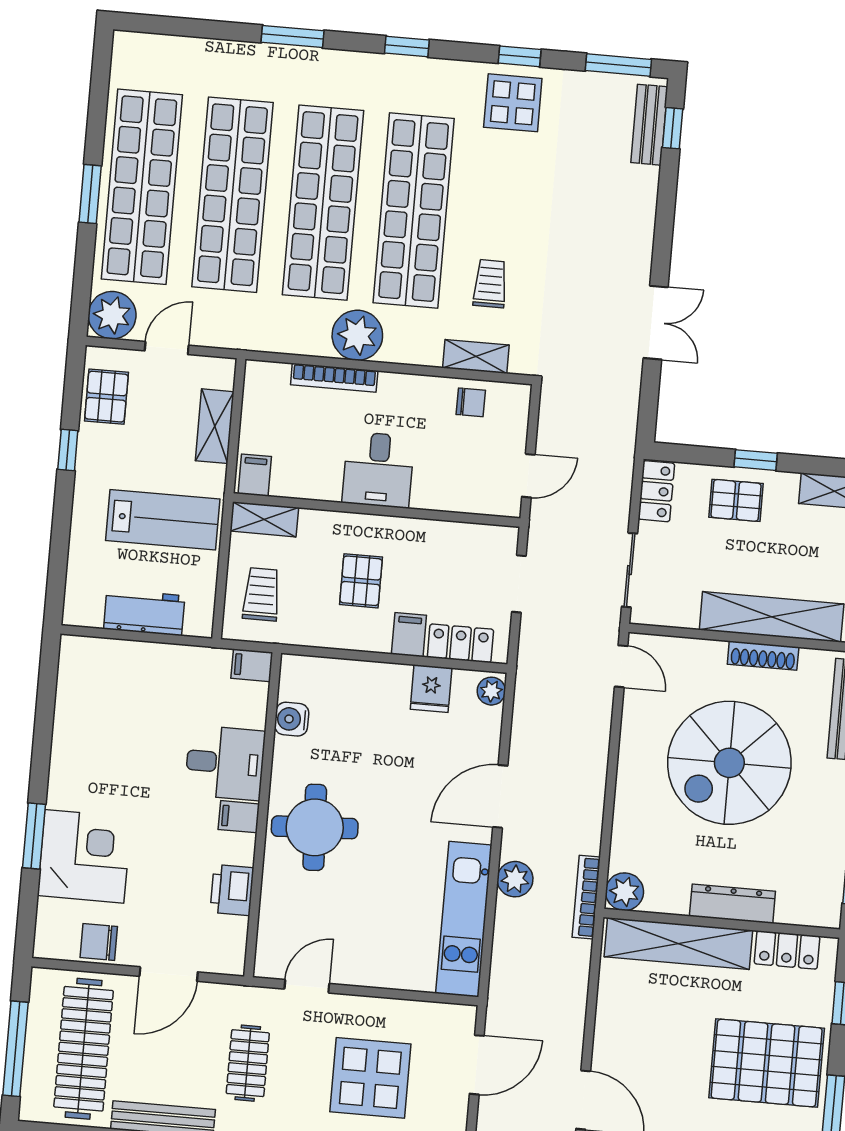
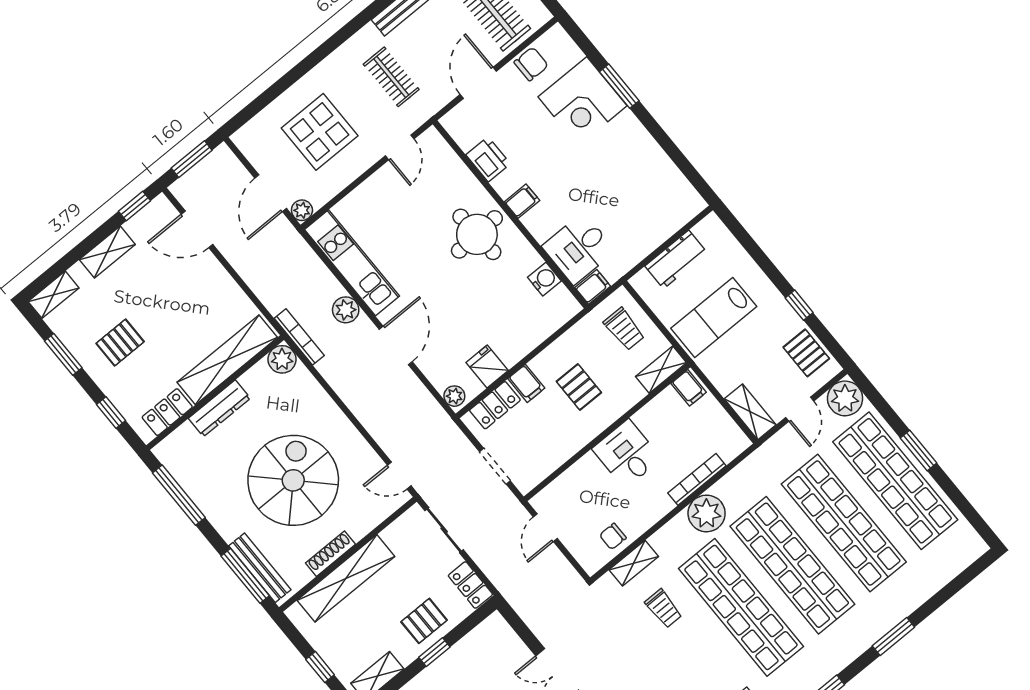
shelving: (215, 426) -> (750, 412), moved
desk: (225, 763) -> (579, 249), moved
plant: (463, 1018) -> (302, 210), added
pallet: (767, 1063) -> (120, 343), width x0.49, depth x0.50

